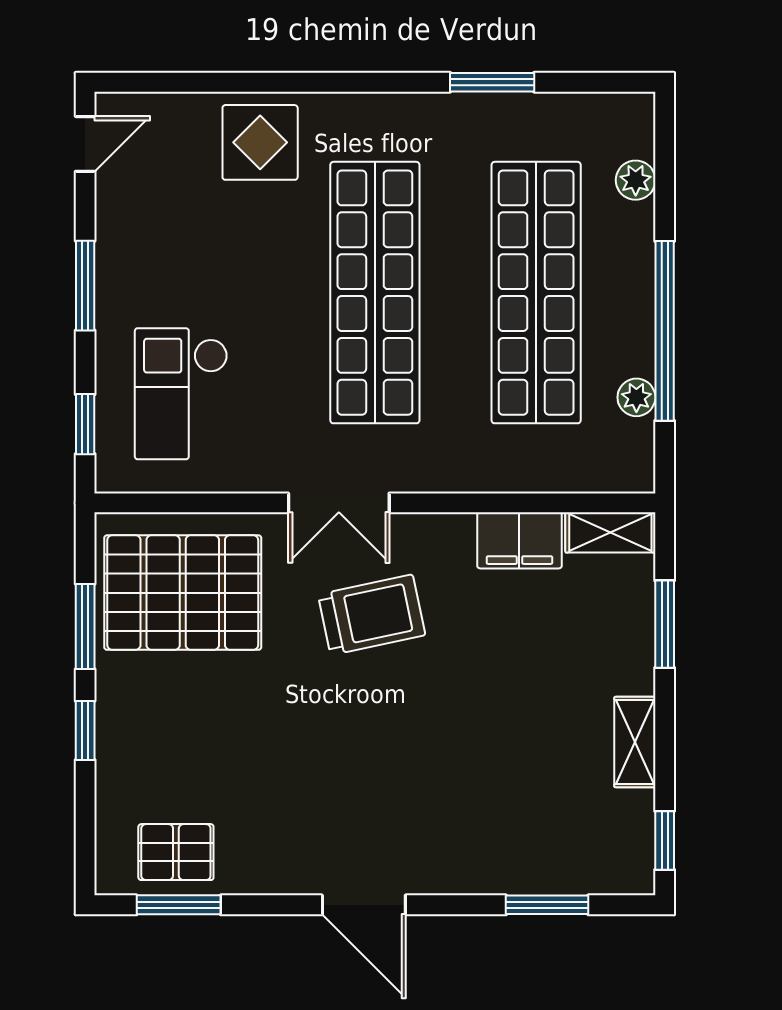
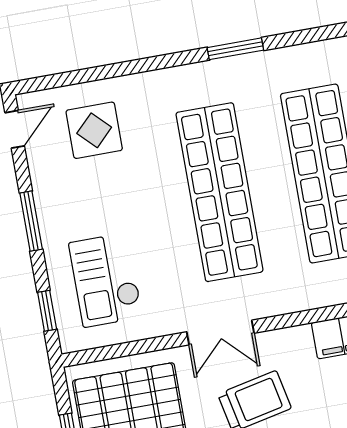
window: (492, 82) -> (235, 49), moved
display table: (260, 142) -> (94, 130), moved

